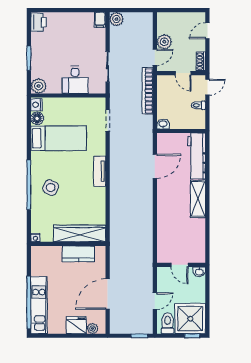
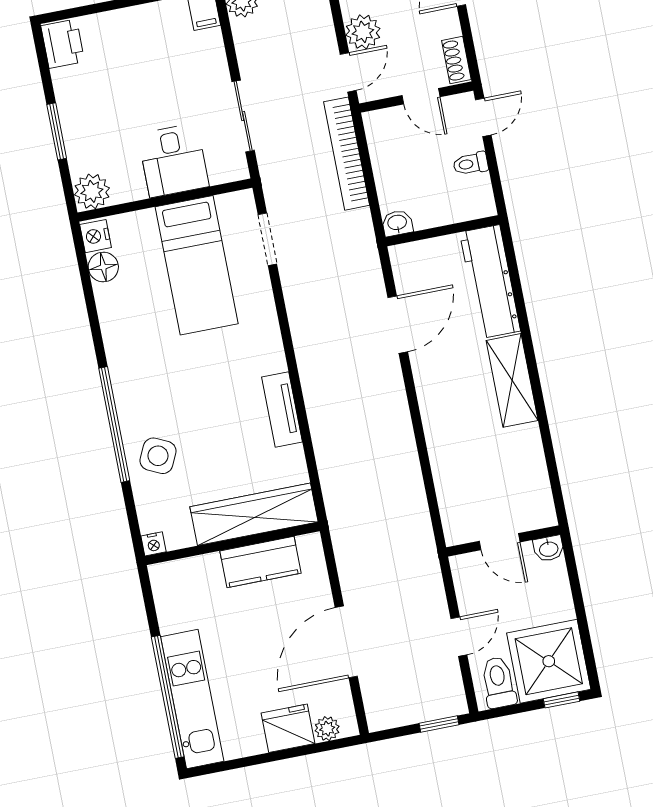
bed: (59, 138) -> (197, 265), moved, turned 90
tv unit: (100, 171) -> (282, 410), moved
side table: (51, 188) -> (158, 456), moved

